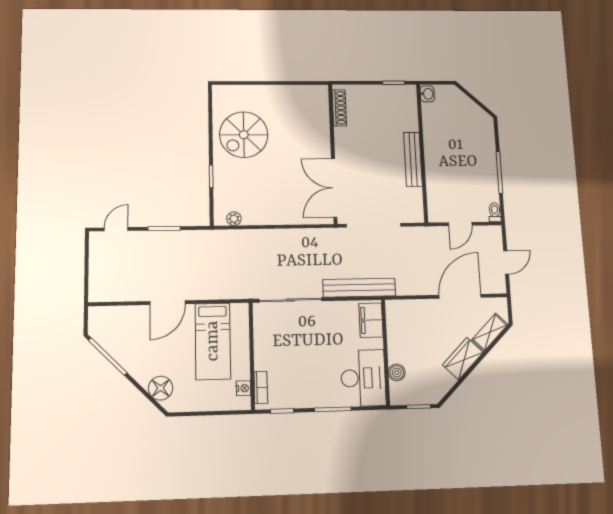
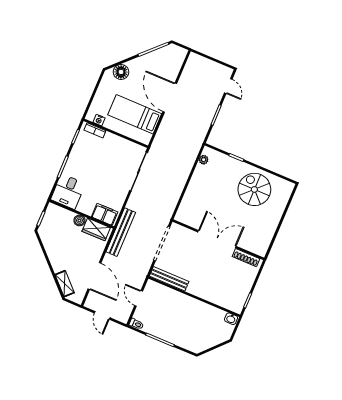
bench: (413, 159) -> (169, 279), moved
double door: (334, 188) -> (217, 239), moved
bench: (359, 288) -> (121, 232), moved
door: (168, 303) -> (170, 98), width x1.36
wardrobe: (463, 359) -> (96, 229), moved, turned 135
boiler: (397, 372) -> (79, 220), moved
desk: (363, 378) -> (68, 192), width x0.73

